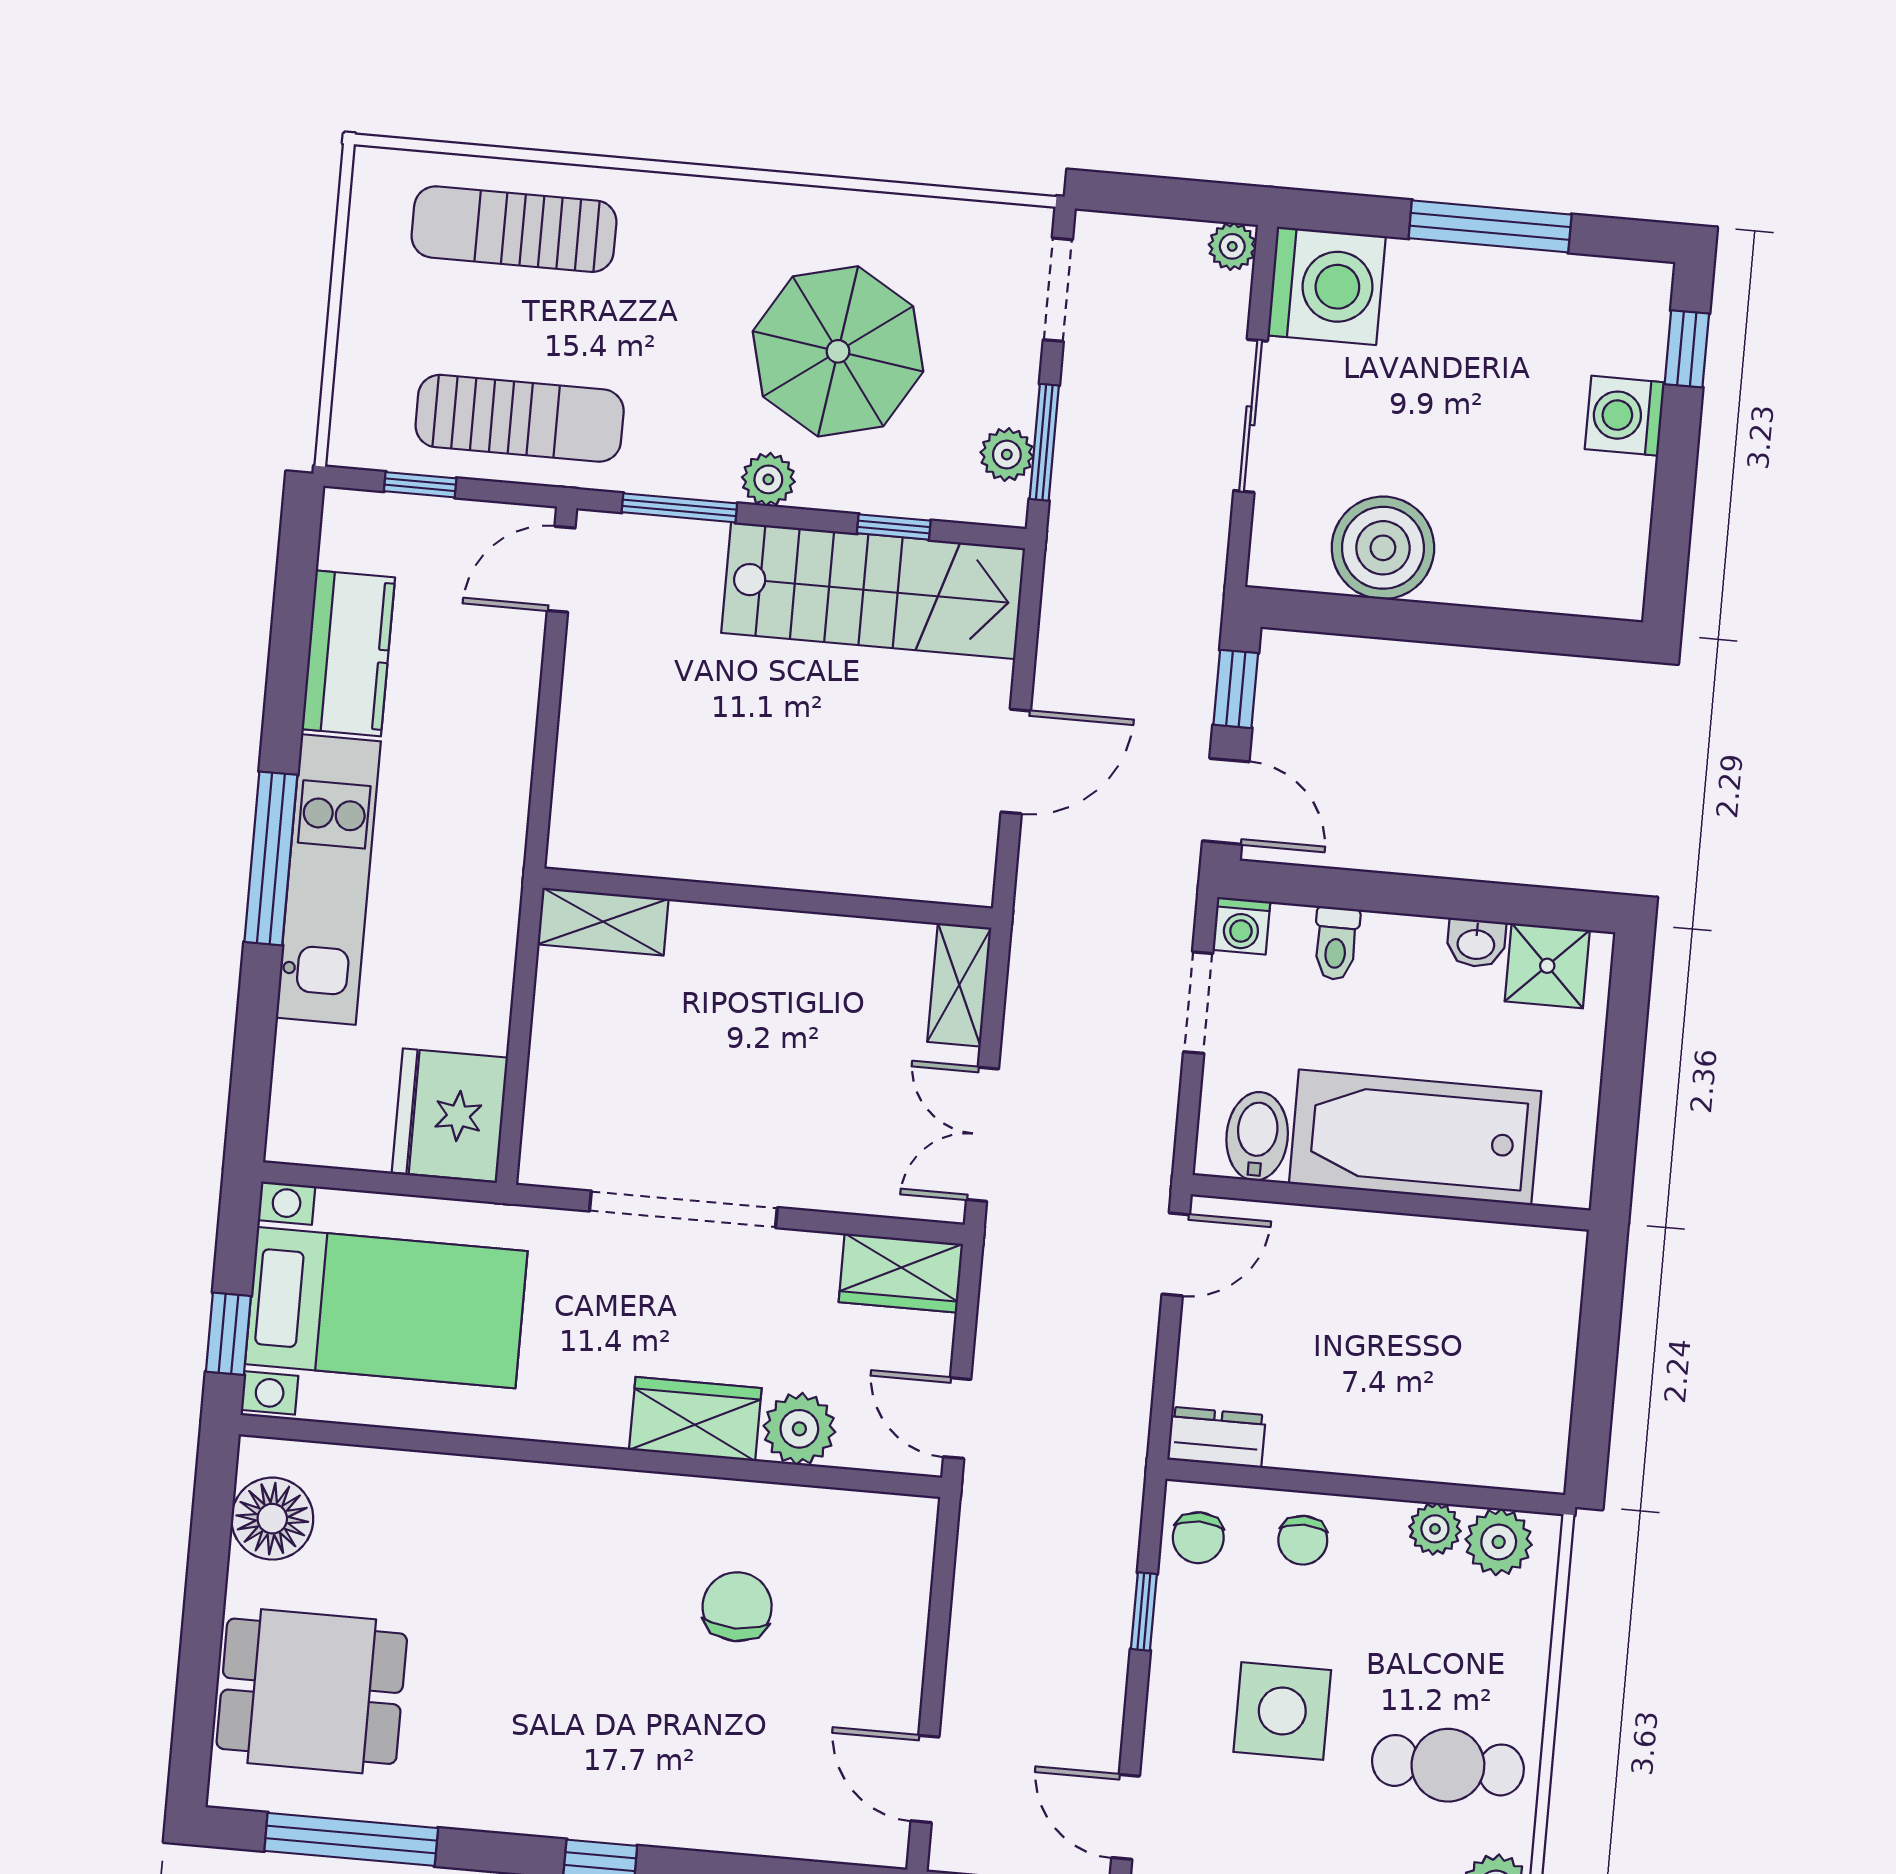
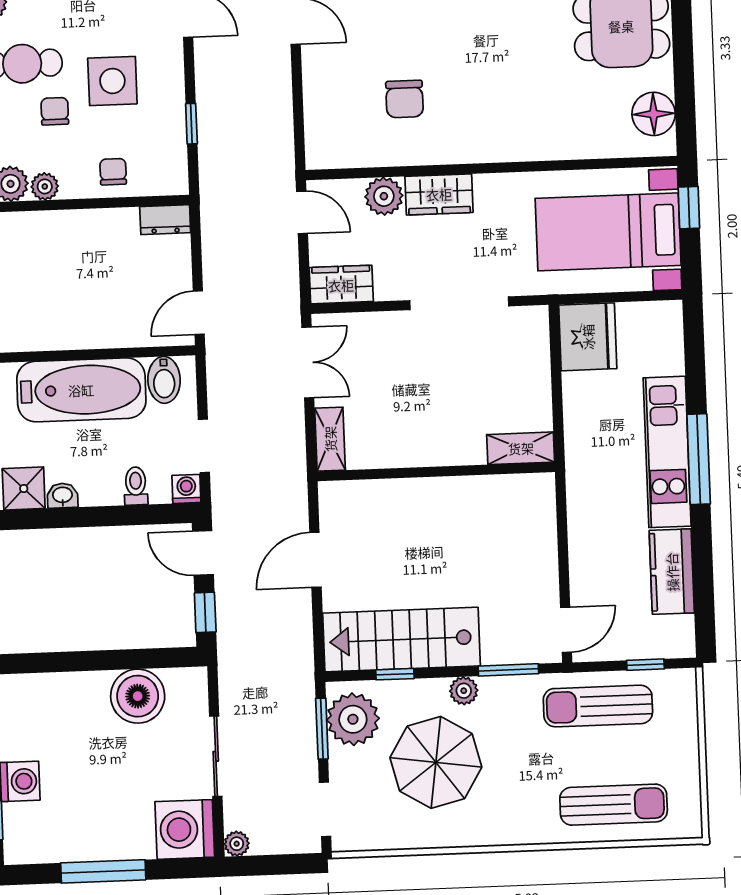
plant: (1007, 455) -> (353, 719), width x1.88, depth x1.88
chair: (1198, 1538) -> (55, 111), moved

